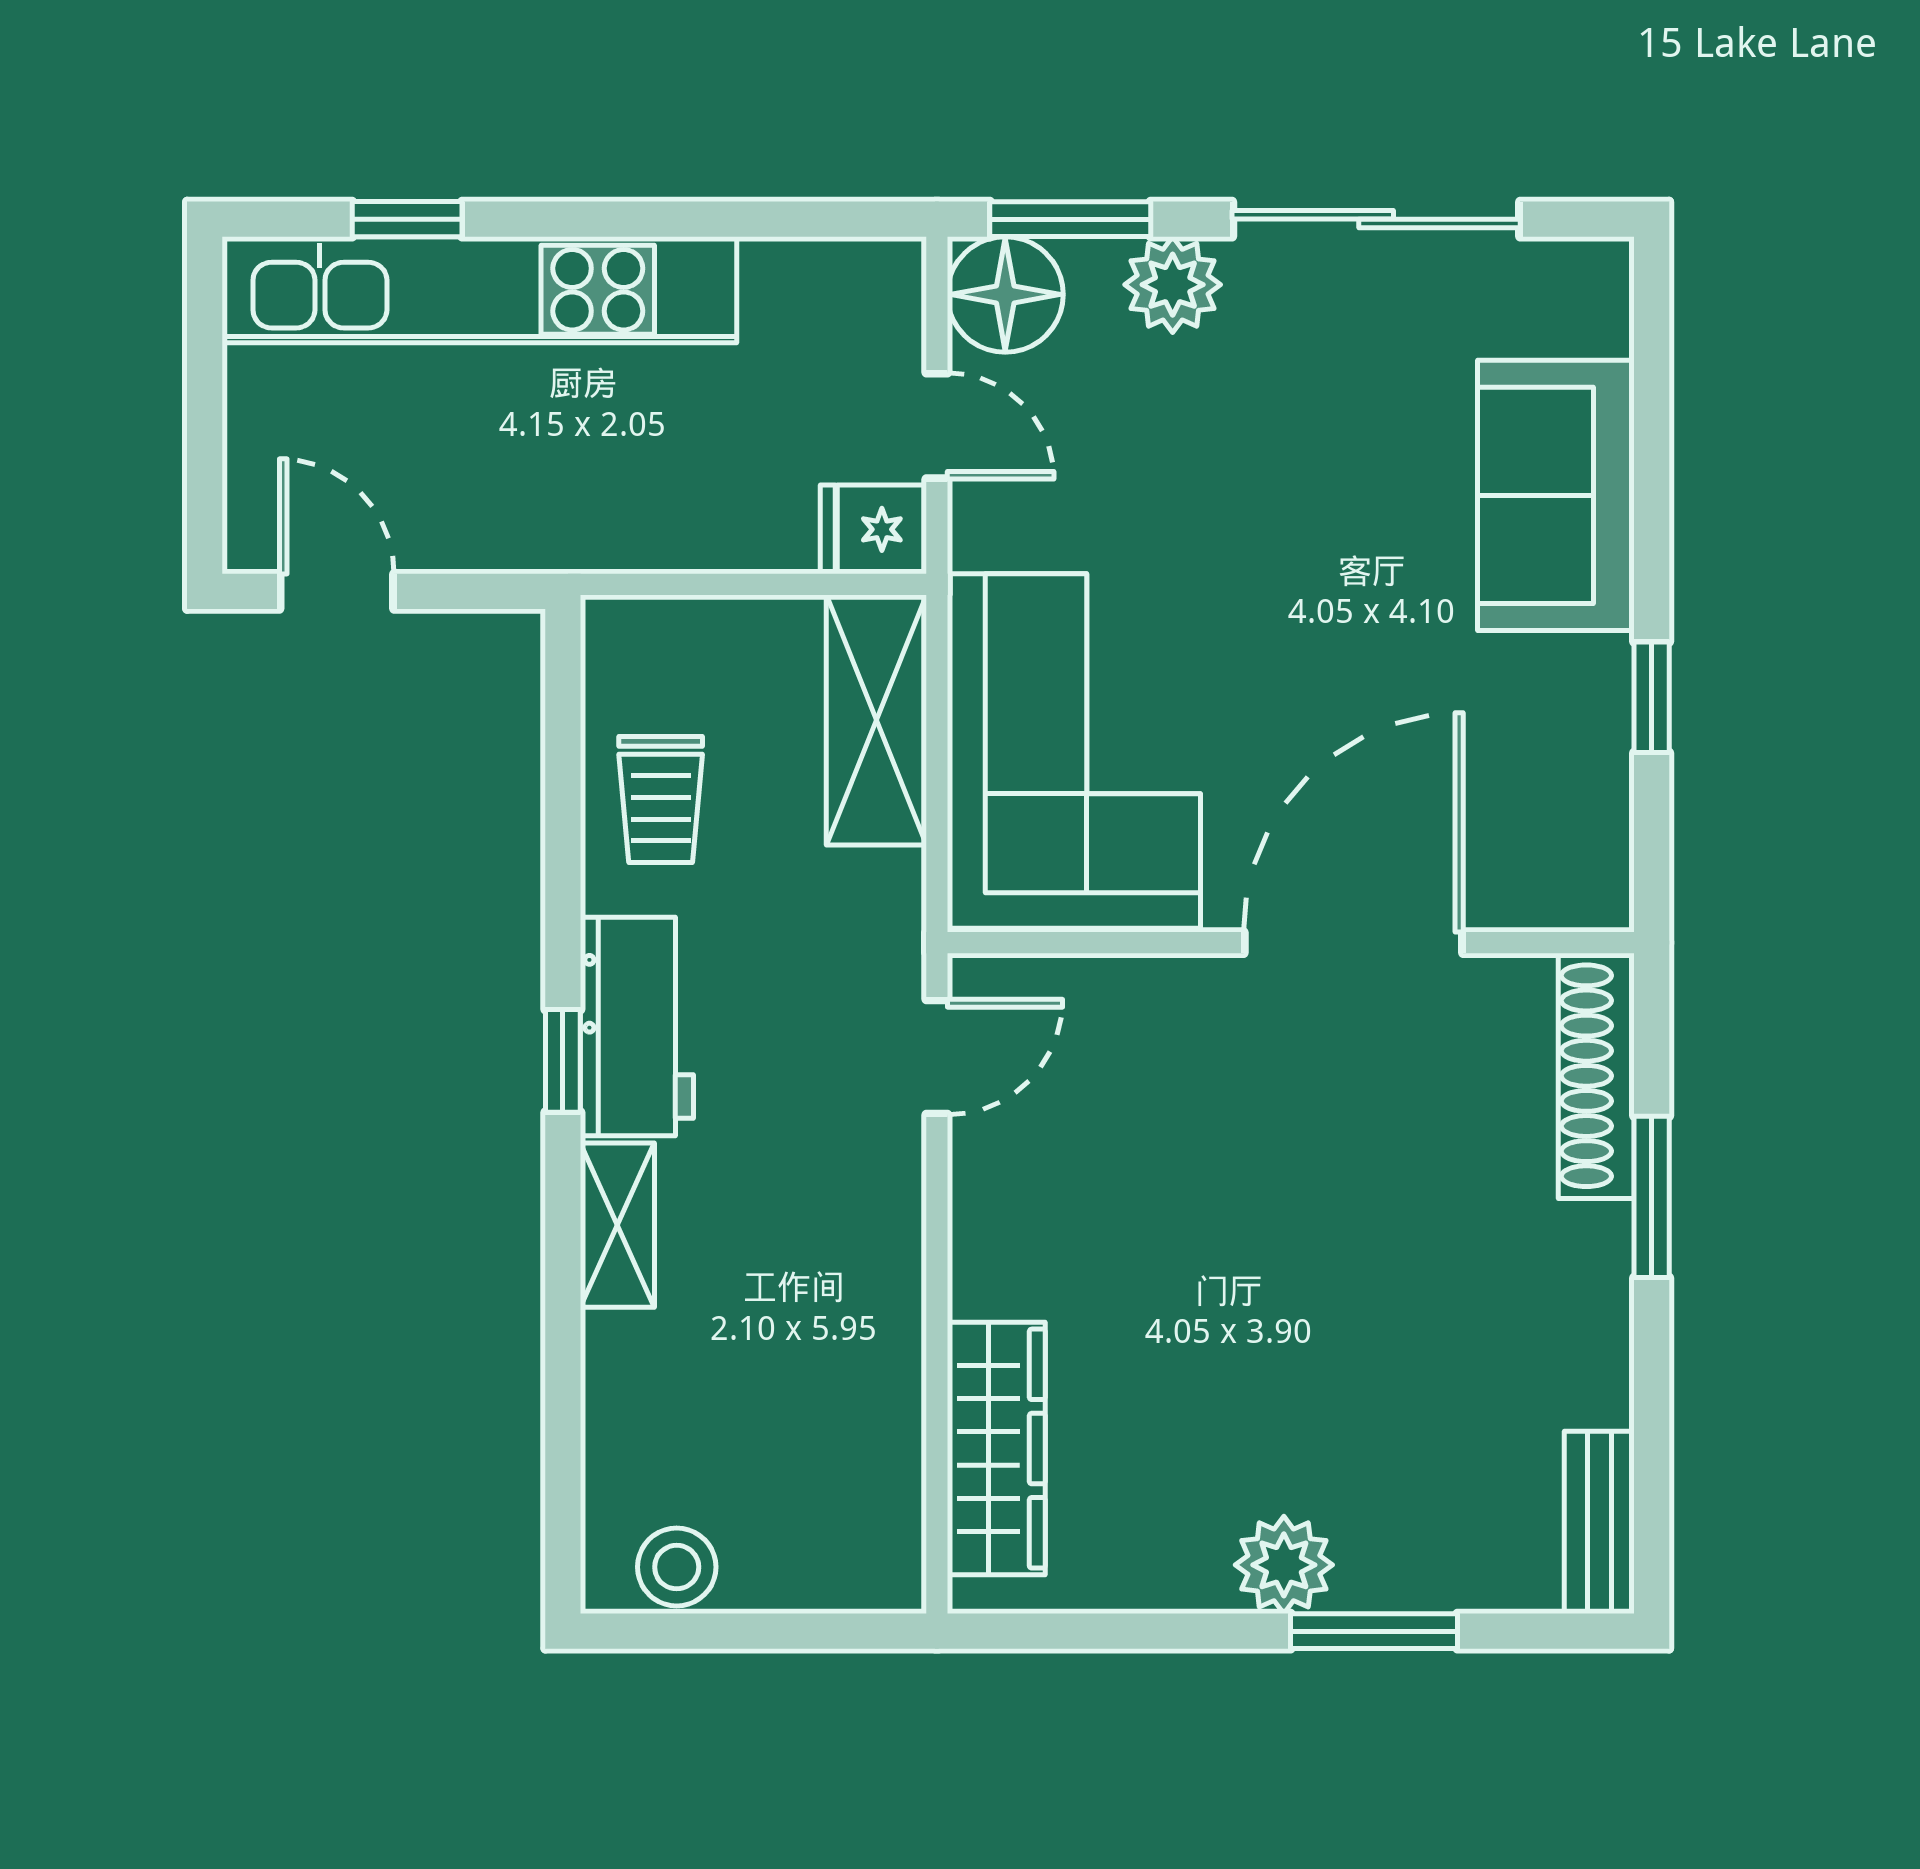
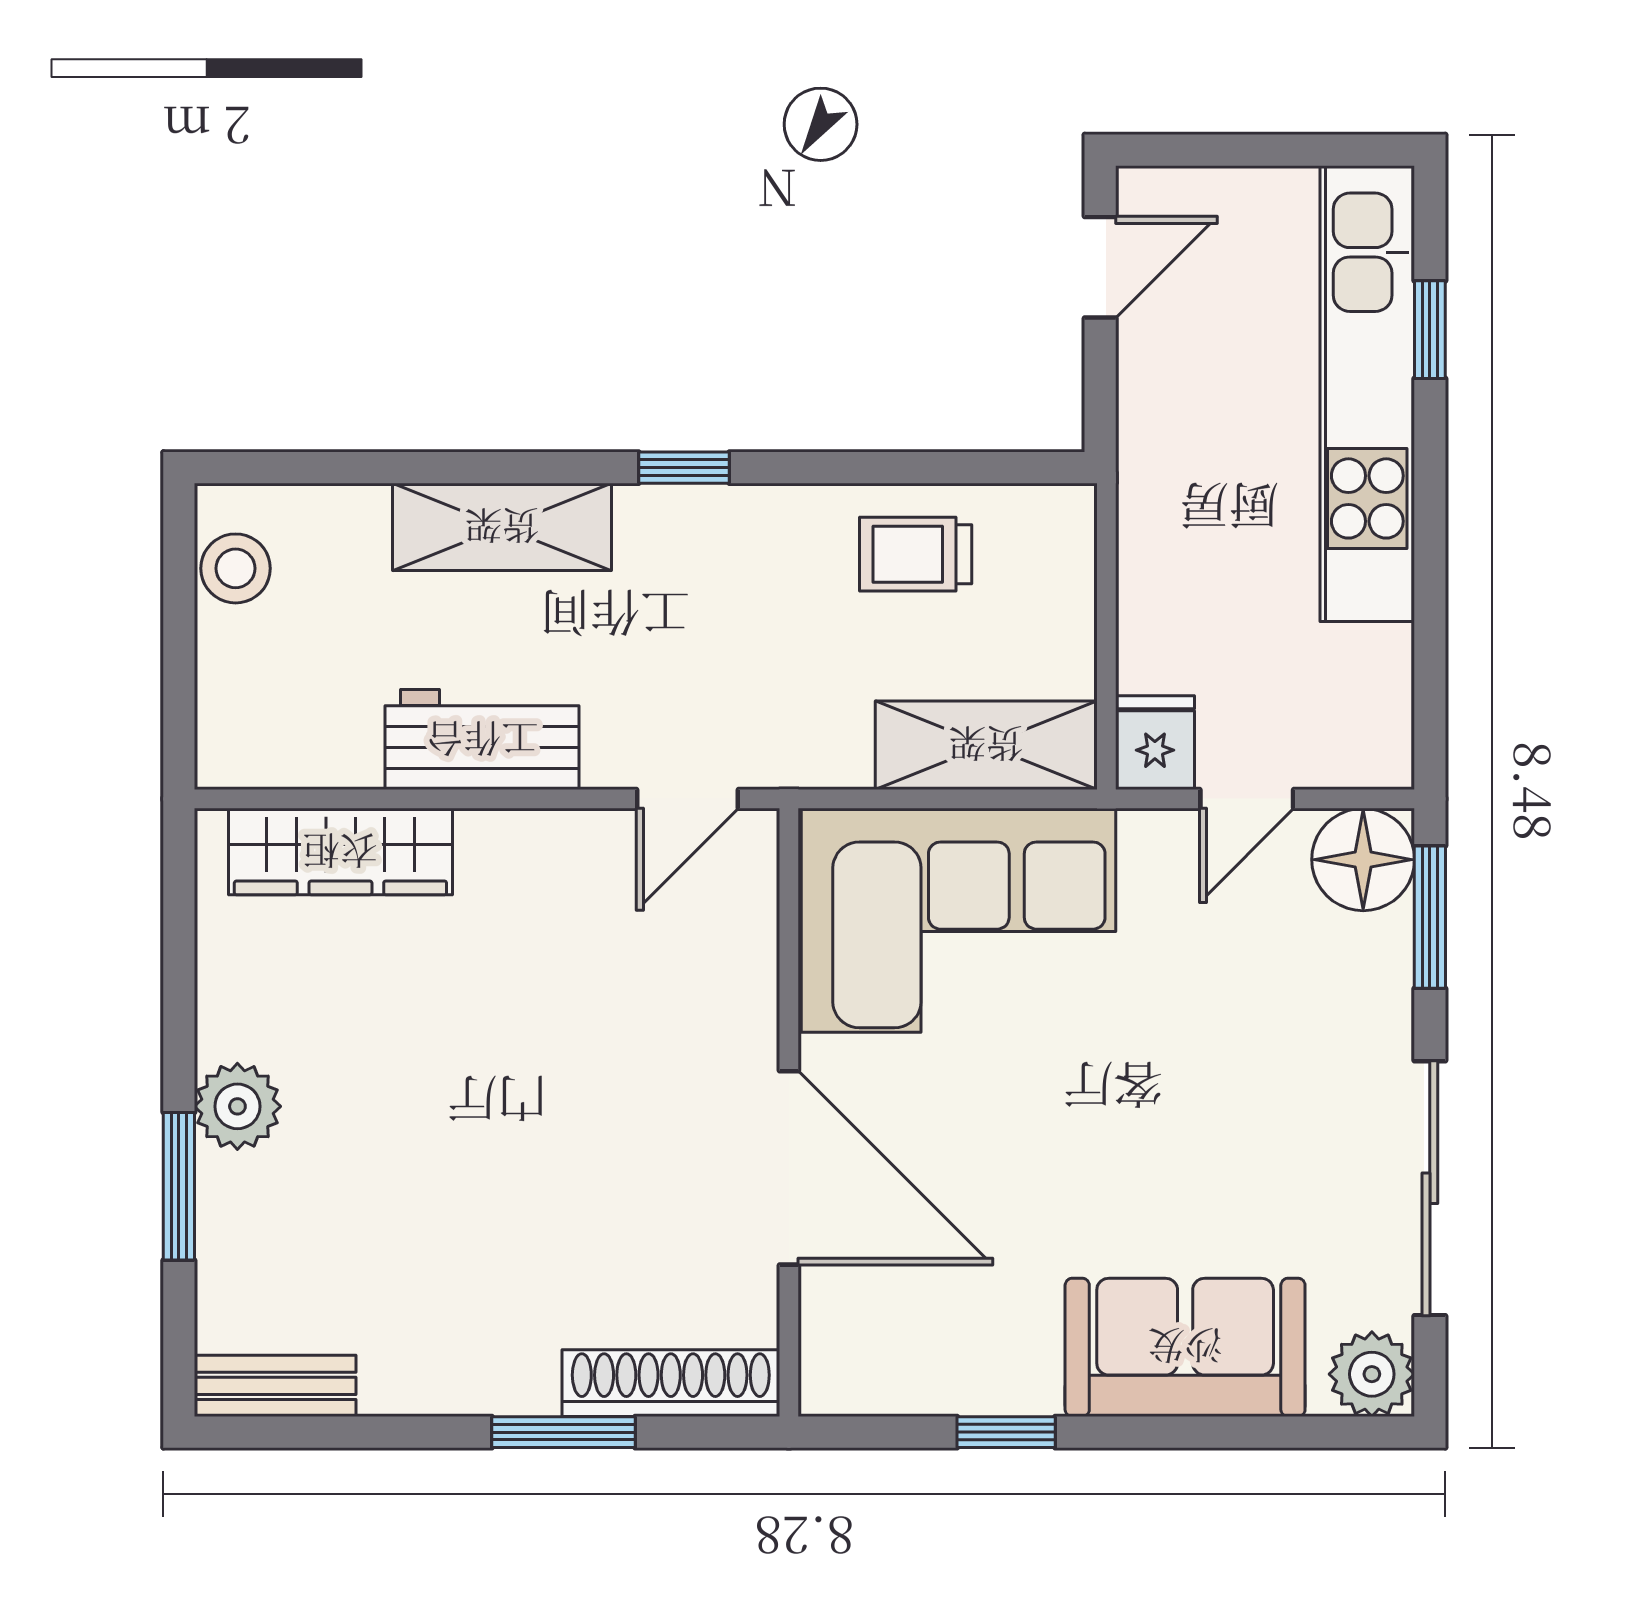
plant: (1173, 285) -> (1372, 1374), moved
workbench: (637, 1027) -> (482, 740), moved, turned 180
door: (937, 1057) -> (687, 799), hinge flipped
shelving: (617, 1225) -> (502, 527), width x1.50, depth x1.33

